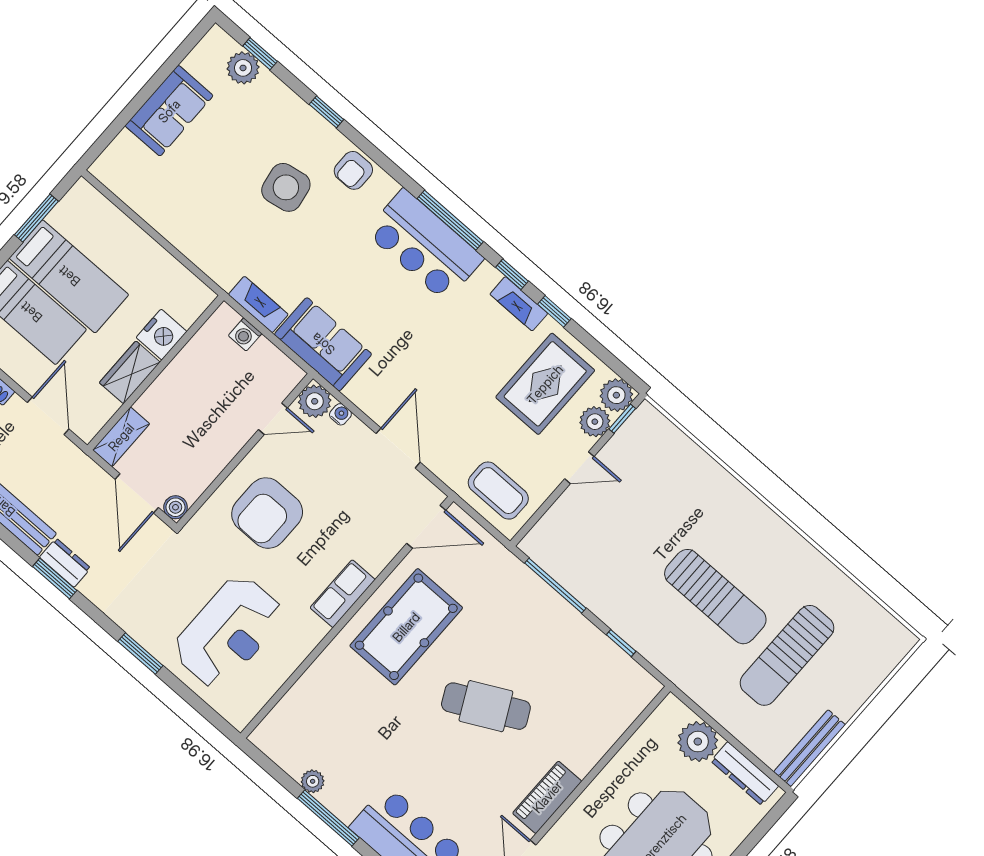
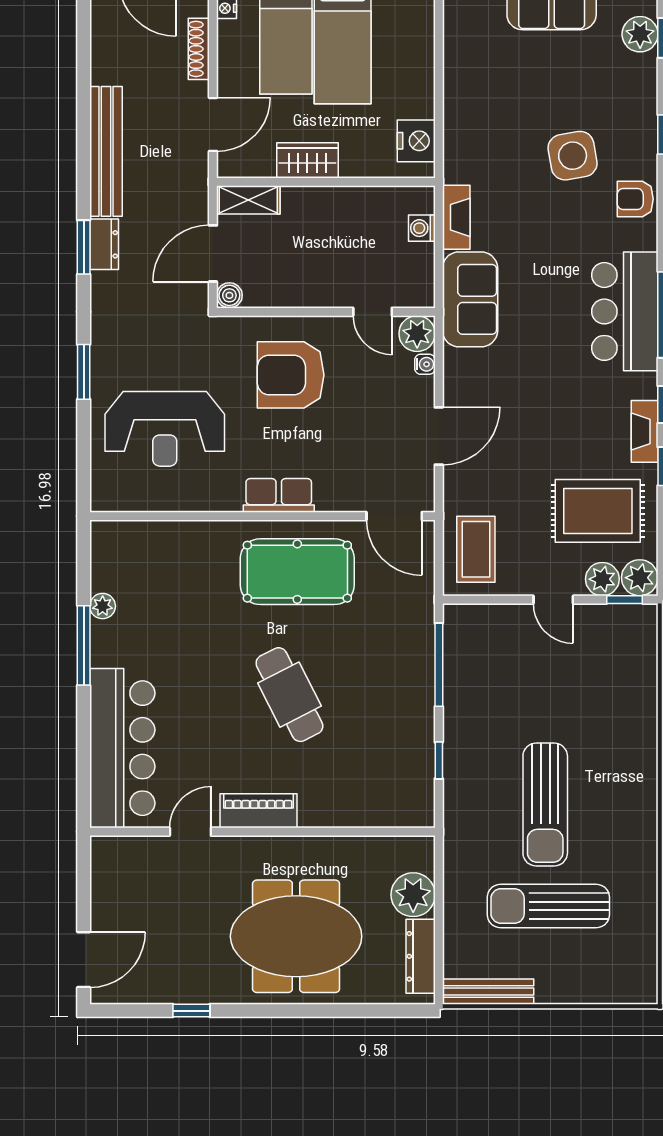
nightstand: (162, 335) -> (416, 141), moved, turned -90

